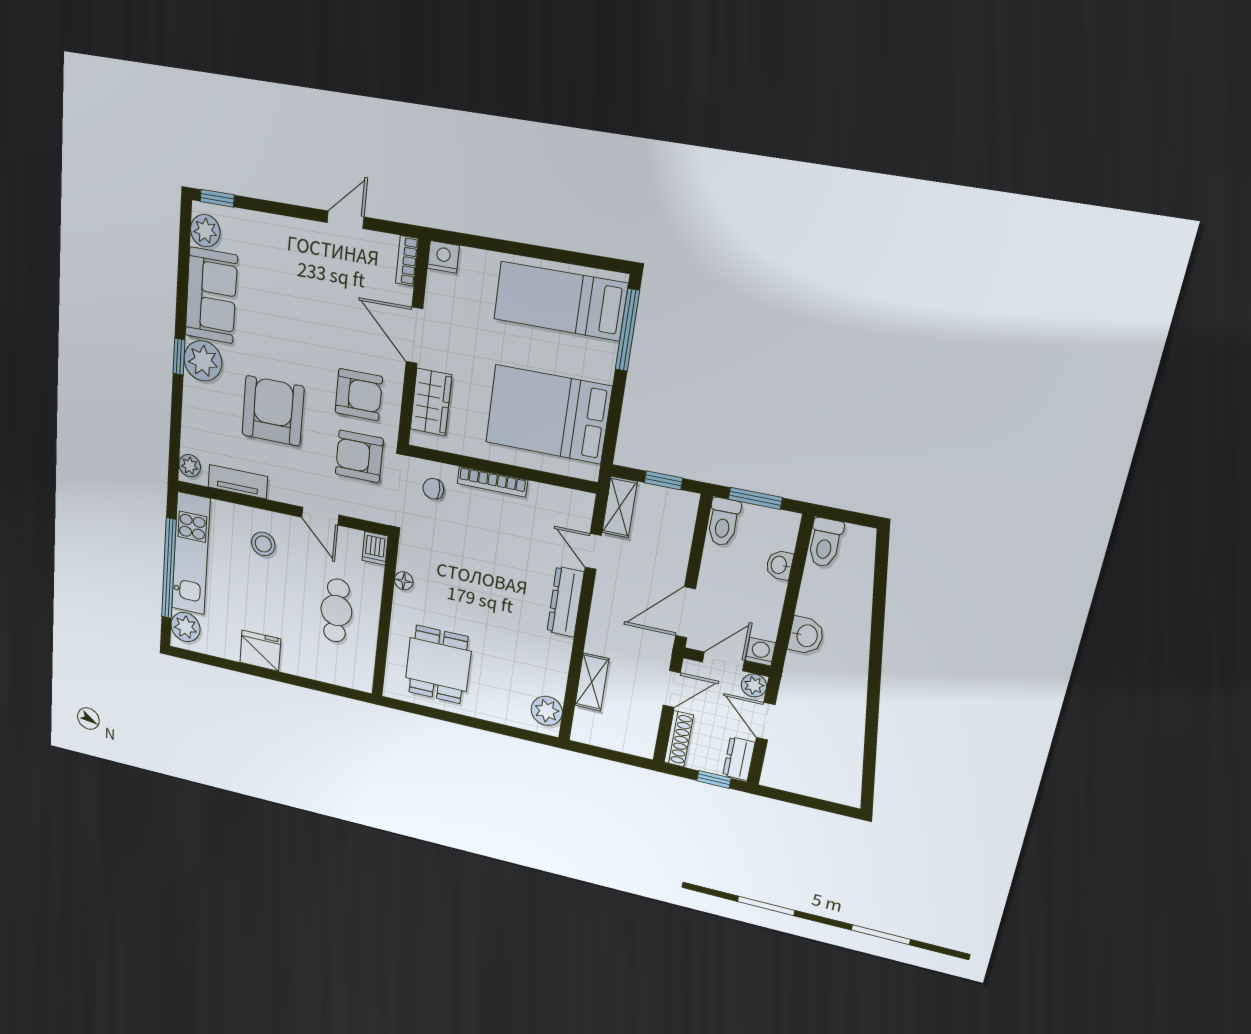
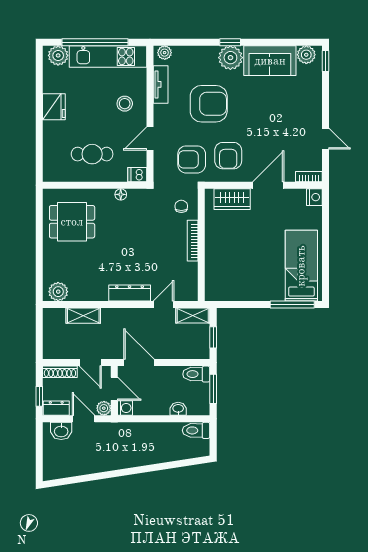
bed: (548, 414) -> (238, 268), removed
armchair: (359, 456) -> (192, 159), turned -90
washbasin: (806, 636) -> (61, 431), moved
door: (766, 721) -> (83, 419), hinge flipped

